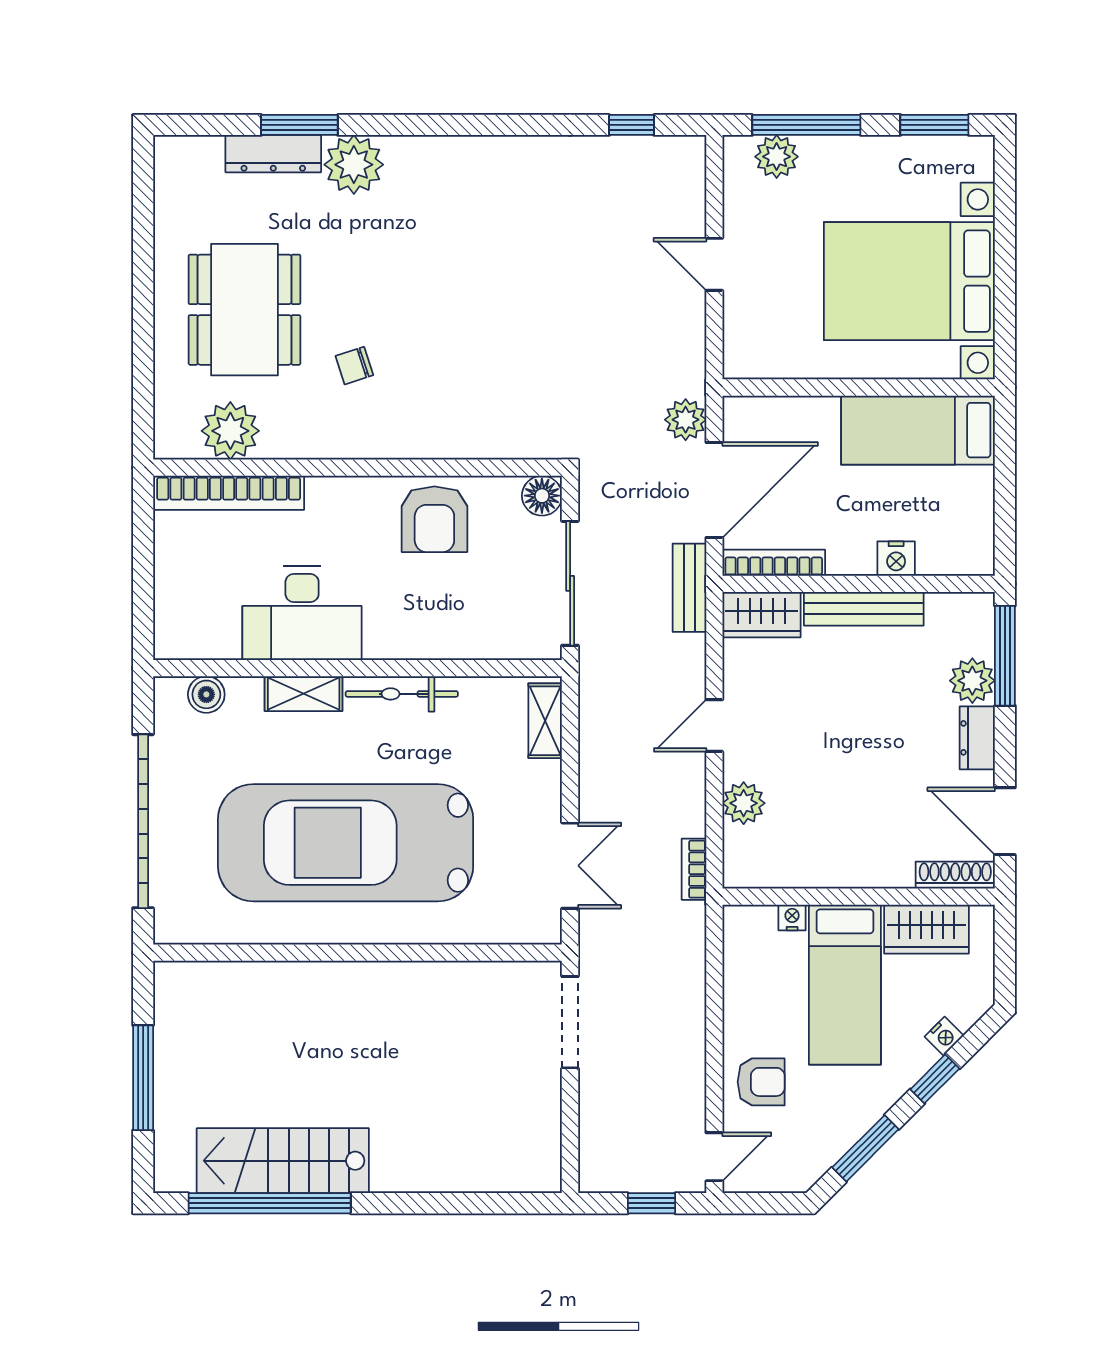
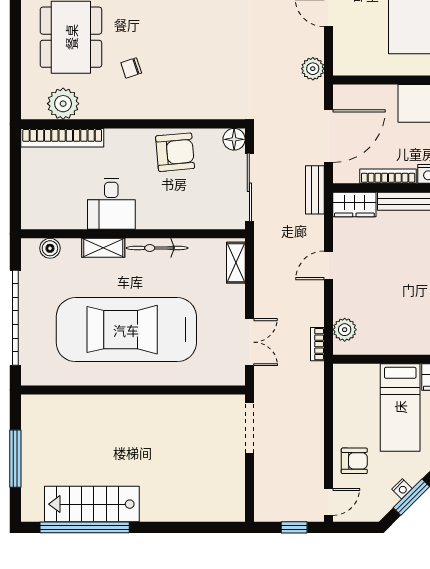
plant: (686, 420) -> (313, 69), moved
armchair: (434, 519) -> (175, 152), turned -95
bookcase: (774, 563) -> (388, 176), moved
desk: (302, 613) -> (111, 204), width x0.73
plant: (744, 803) -> (345, 330), moved
nightstand: (792, 918) -> (402, 489), moved, turned 135

